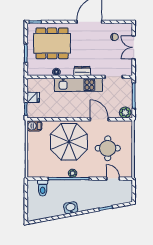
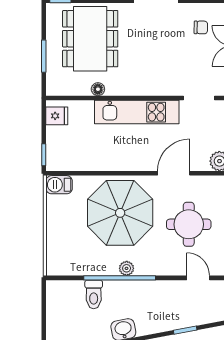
dining table: (52, 43) -> (90, 39), turned 90
dresser: (82, 71) -> (144, 88), removed
fridge: (33, 97) -> (57, 116), moved
door: (99, 119) -> (174, 173), hinge flipped
toilet: (43, 188) -> (94, 294), moved

